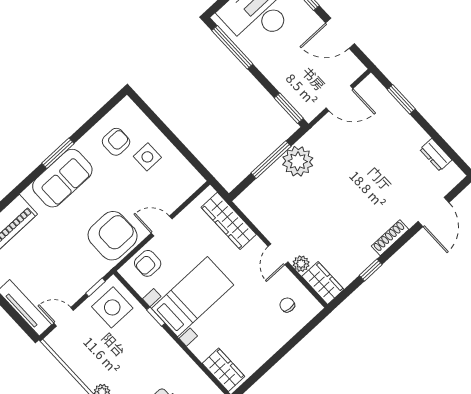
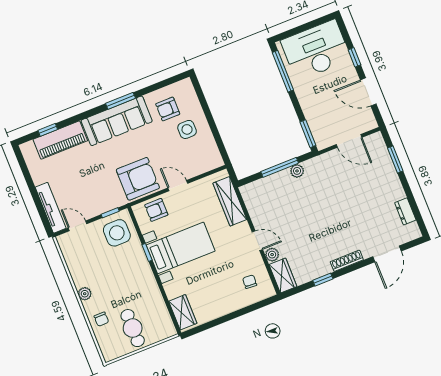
armchair: (116, 142) -> (168, 109), turned 180
plant: (298, 161) -> (297, 171), width x0.53, depth x0.53
sofa: (62, 178) -> (117, 121), width x1.36
door: (278, 254) -> (257, 241), swing flipped

